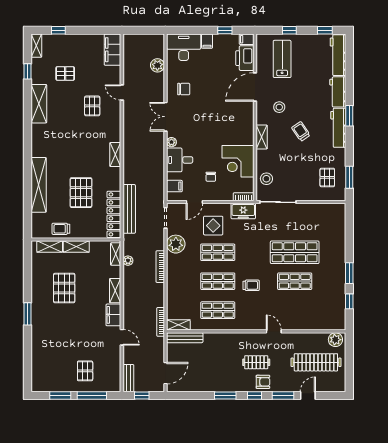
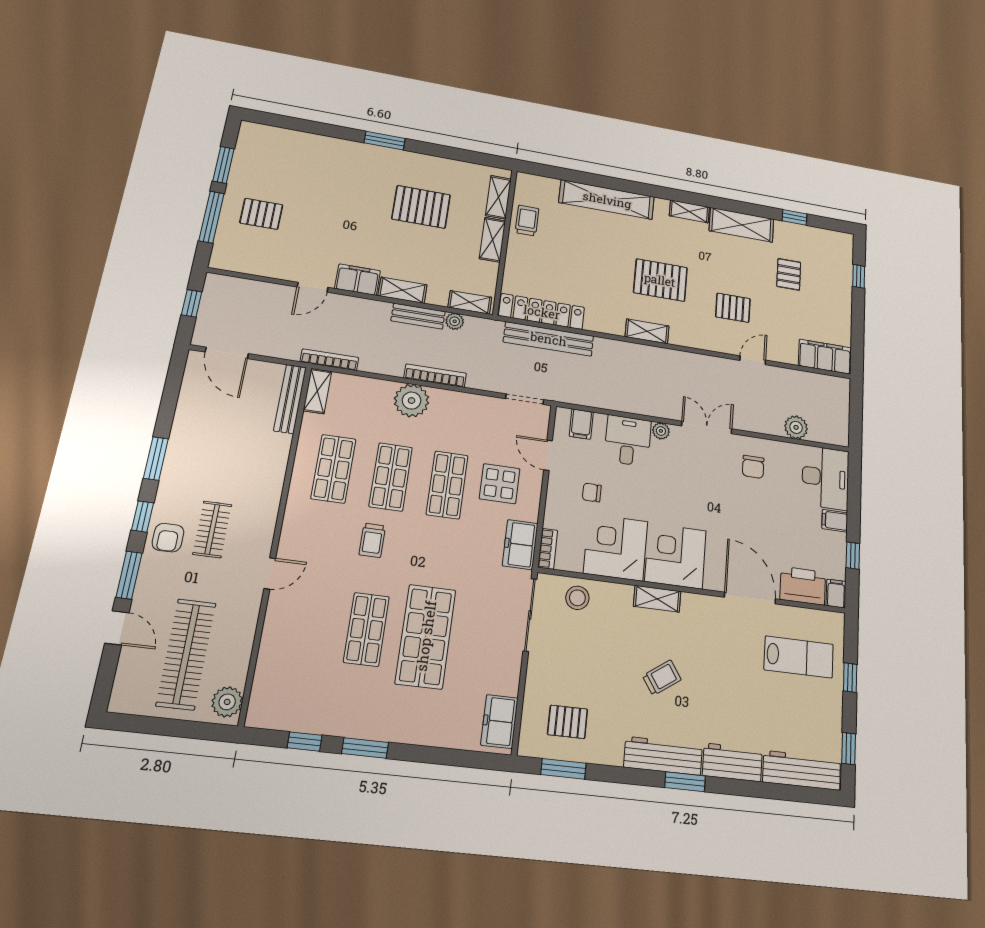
shelving: (36, 46) -> (689, 211), moved
stool: (279, 107) -> (710, 640), removed
corner desk: (238, 129) -> (676, 556), added
pallet: (81, 193) -> (660, 280), moved
freezer: (331, 211) -> (499, 721), added
plant: (176, 244) -> (412, 401), moved
bench: (128, 378) -> (418, 316), moved

